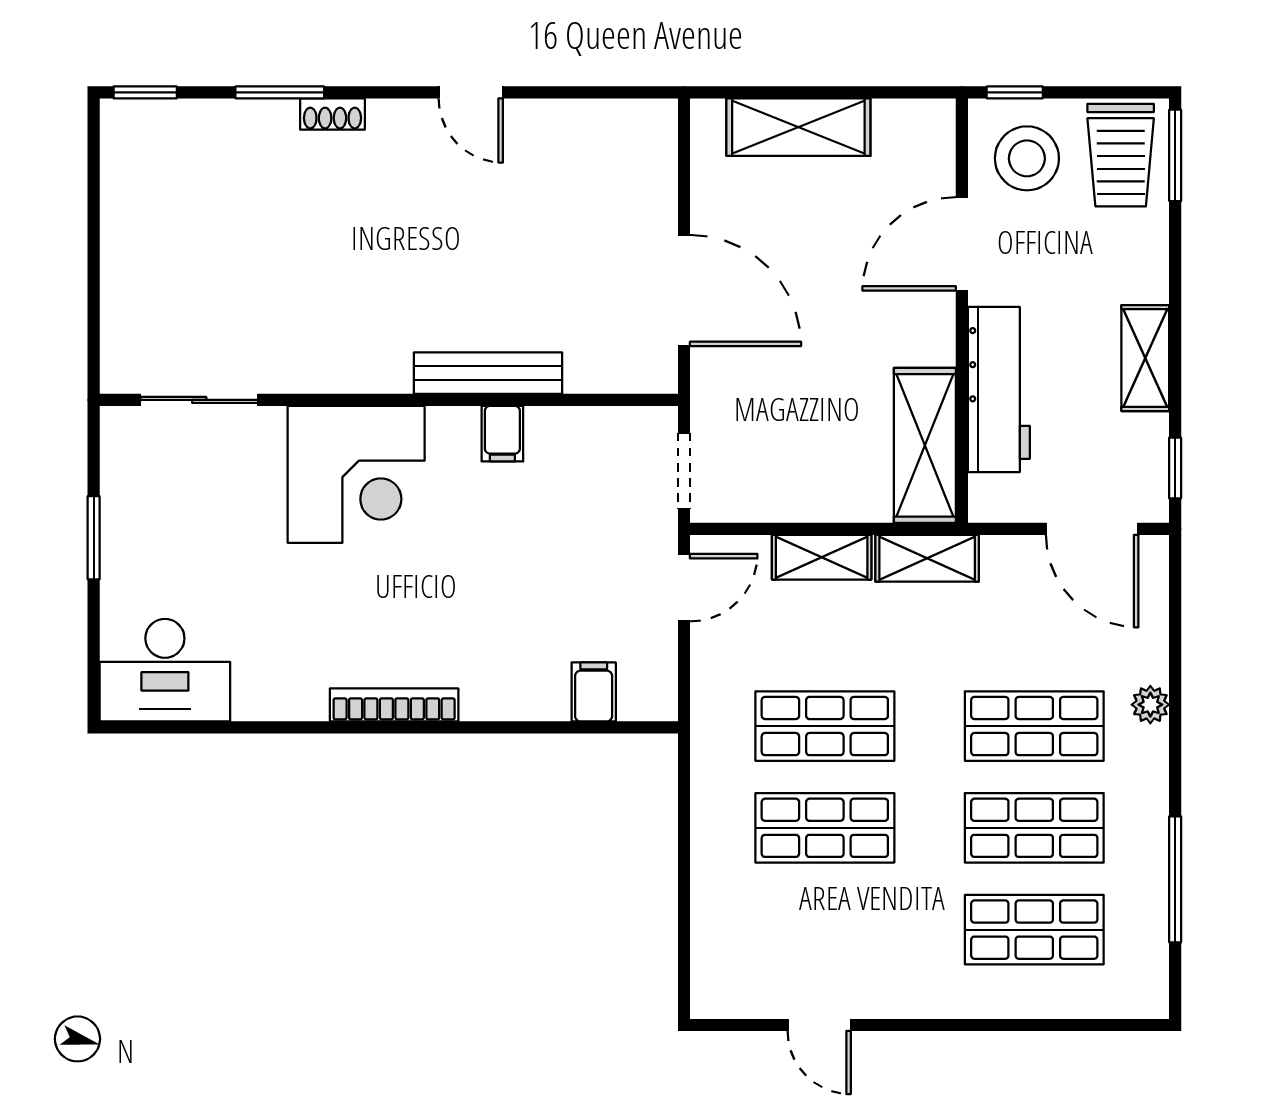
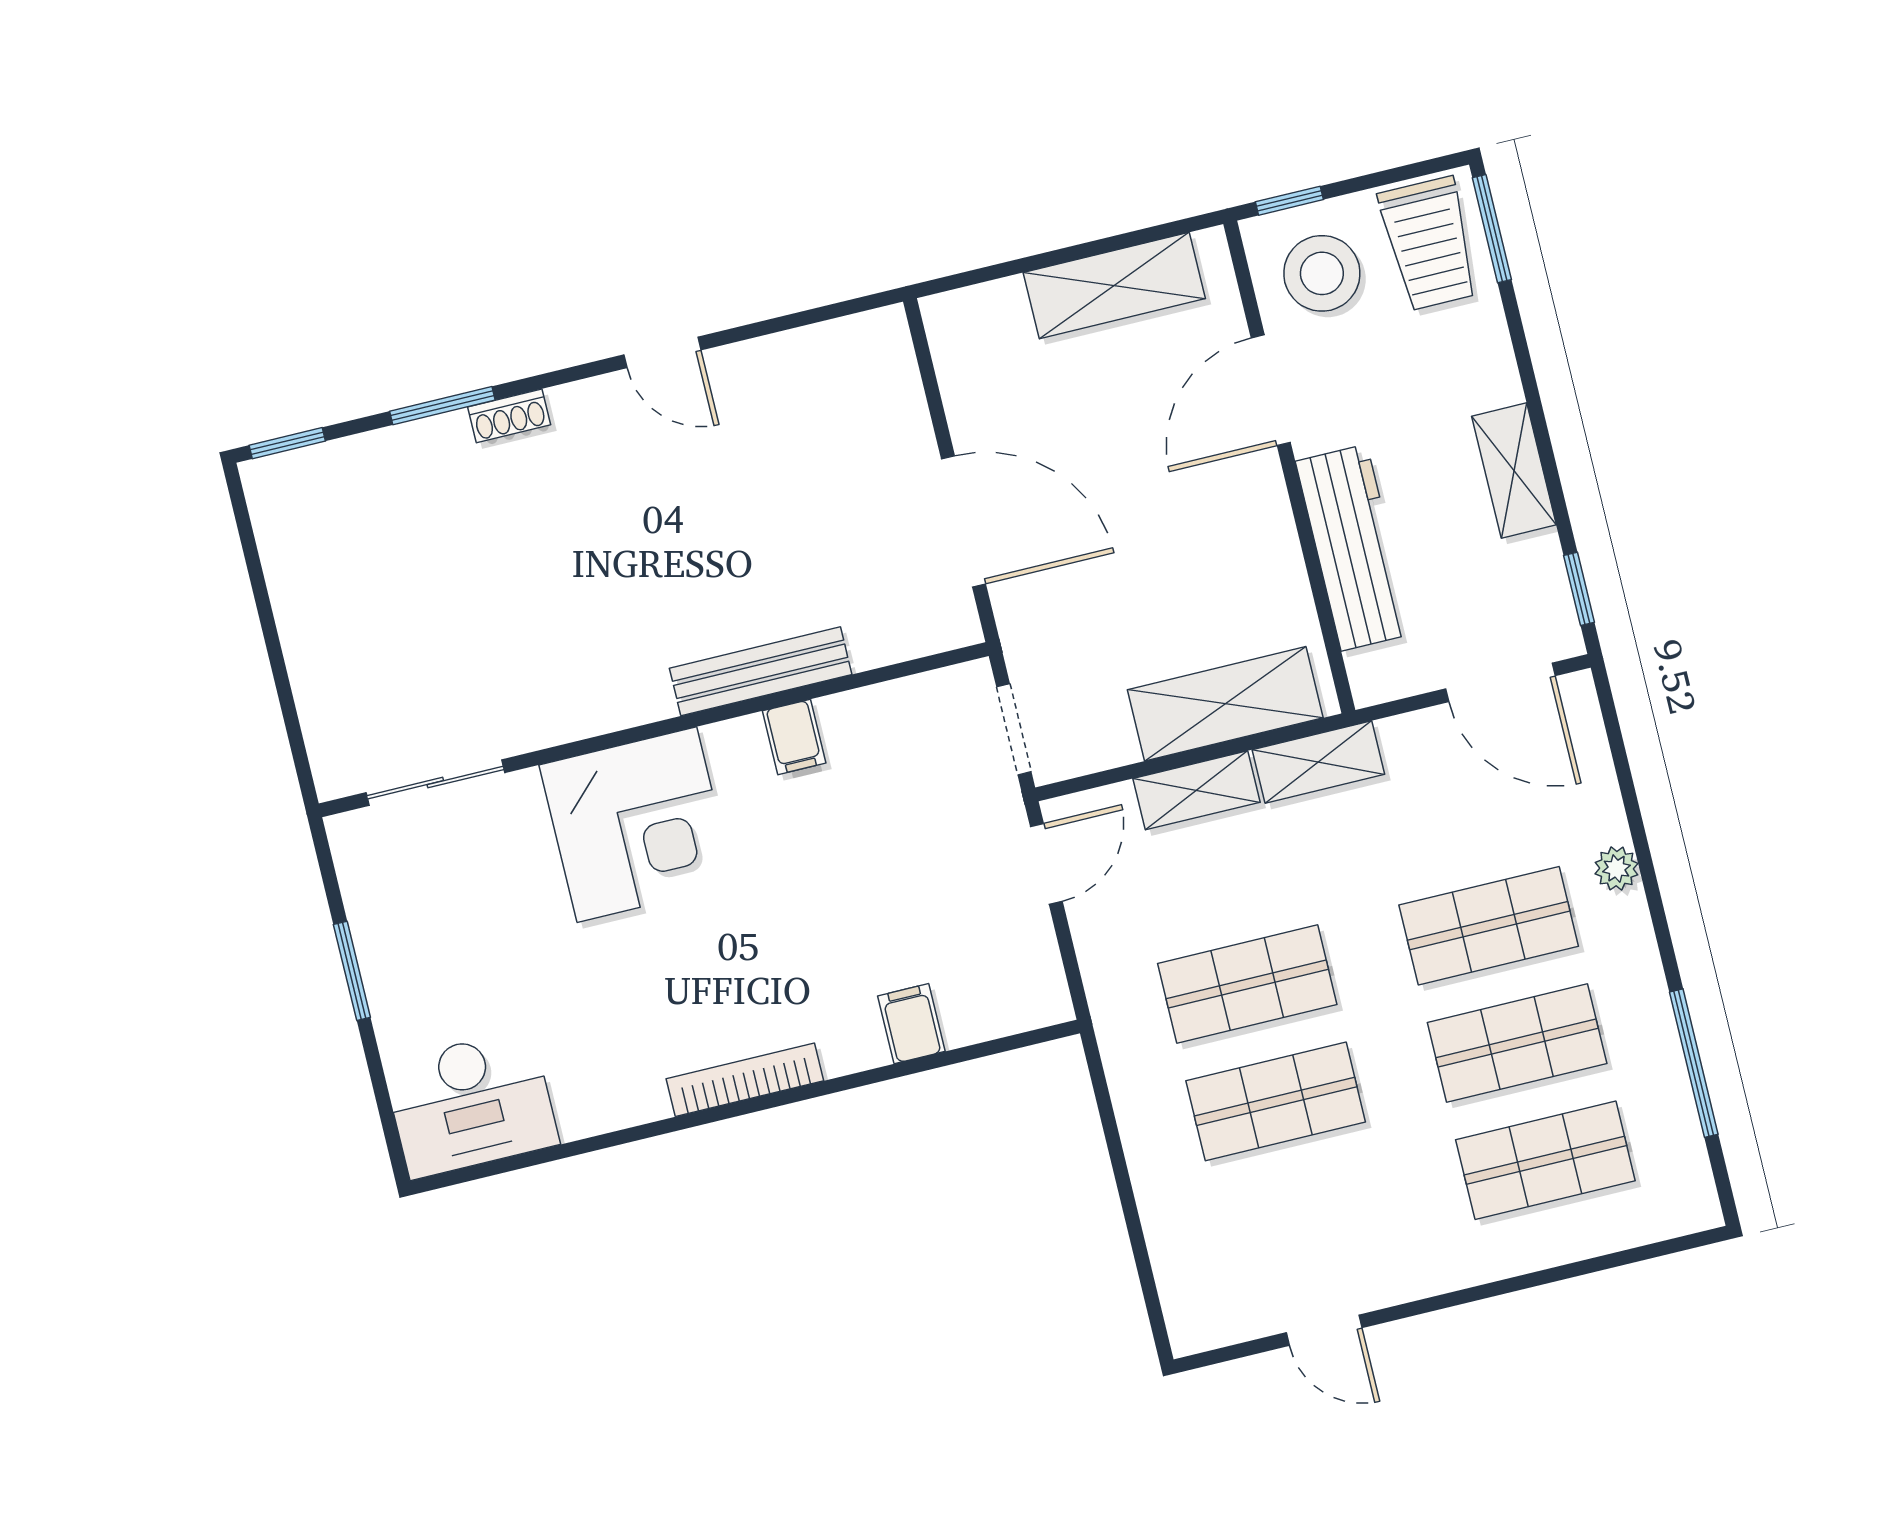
shelving: (798, 127) -> (1114, 285), moved
shelving: (925, 445) -> (1225, 704), moved, turned 90
filing cabinet: (594, 692) -> (911, 1024), moved

